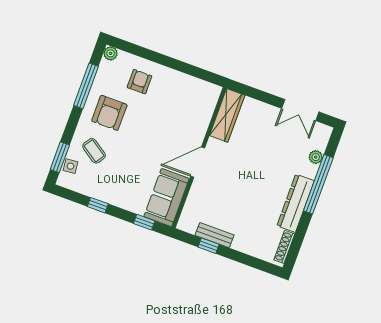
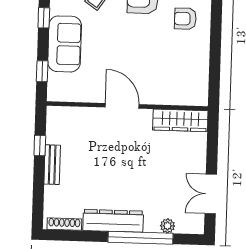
armchair: (140, 82) -> (185, 19), turned 180
sofa: (167, 198) -> (65, 44), moved, turned 90
bench: (214, 235) -> (52, 165), moved

